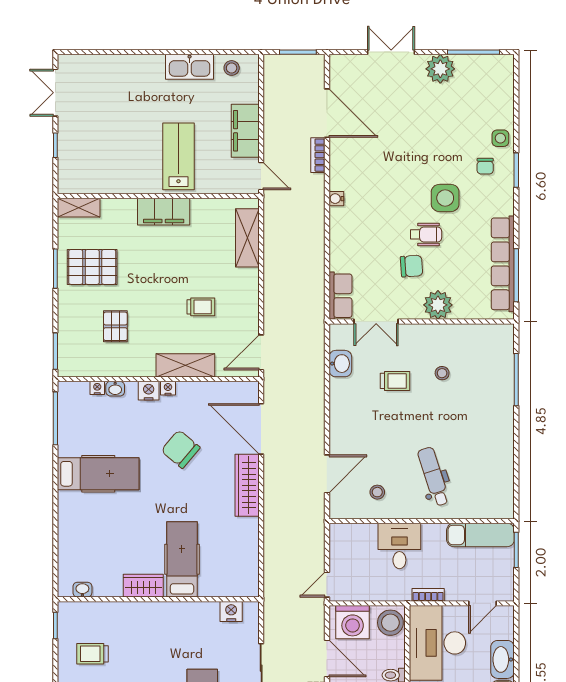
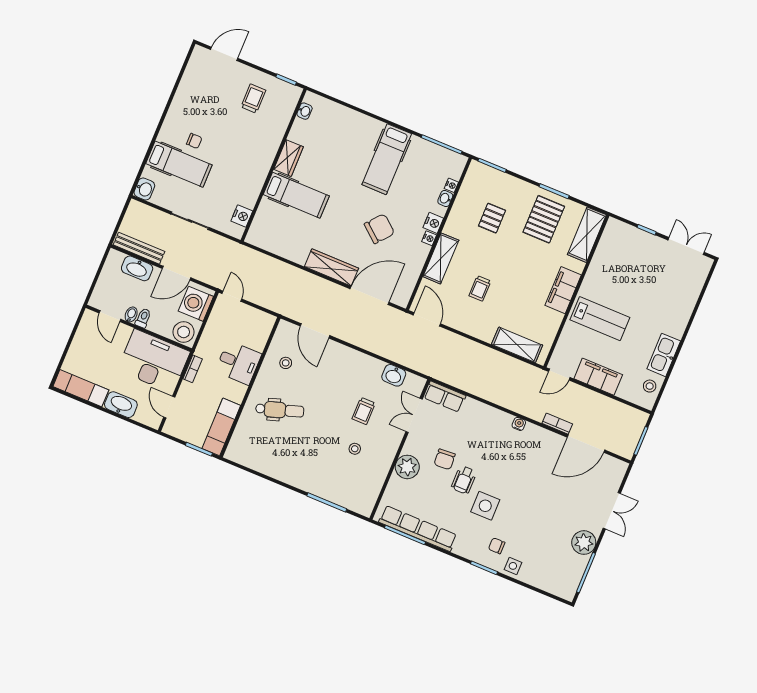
shelving: (79, 208) -> (587, 235), width x1.50, depth x1.33
pallet: (115, 326) -> (492, 218), turned 90

